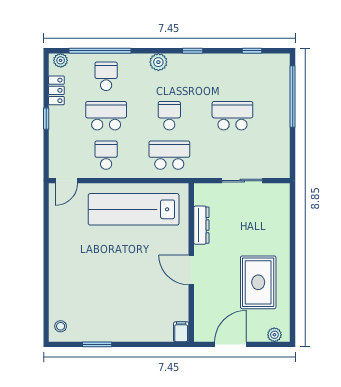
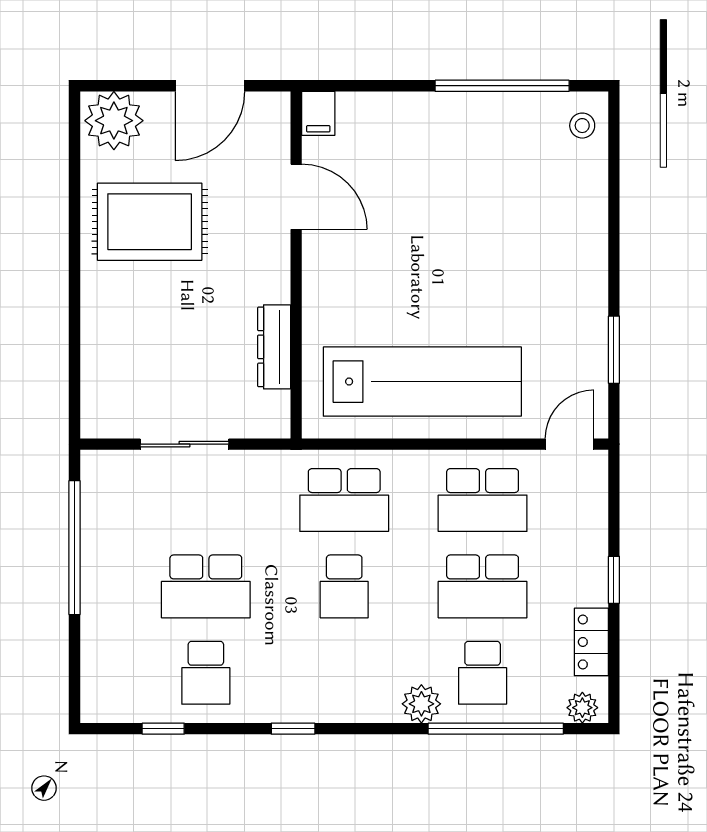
plant: (158, 62) -> (421, 704), moved
school desk: (232, 76) -> (206, 673), added
window: (293, 97) -> (74, 548), moved
school desk: (106, 155) -> (483, 500), width x1.85
window: (46, 224) -> (614, 350), added
door: (191, 270) -> (296, 197), moved
rug: (258, 282) -> (150, 222), turned 90
plant: (274, 335) -> (114, 121), width x1.88, depth x1.88
window: (97, 344) -> (502, 86), width x2.11

